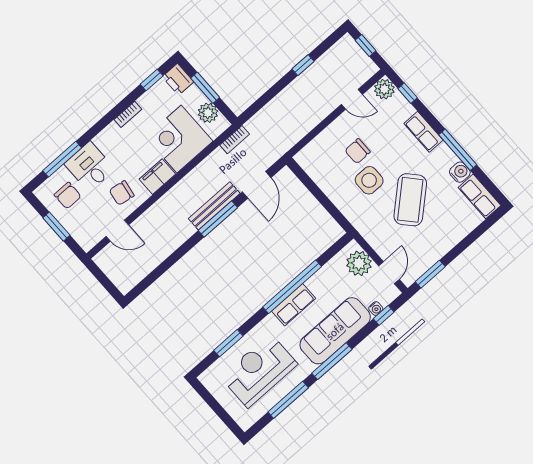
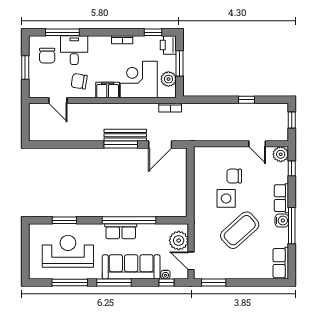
water cooler: (460, 172) -> (282, 221), moved
door: (389, 273) -> (191, 261), swing flipped

